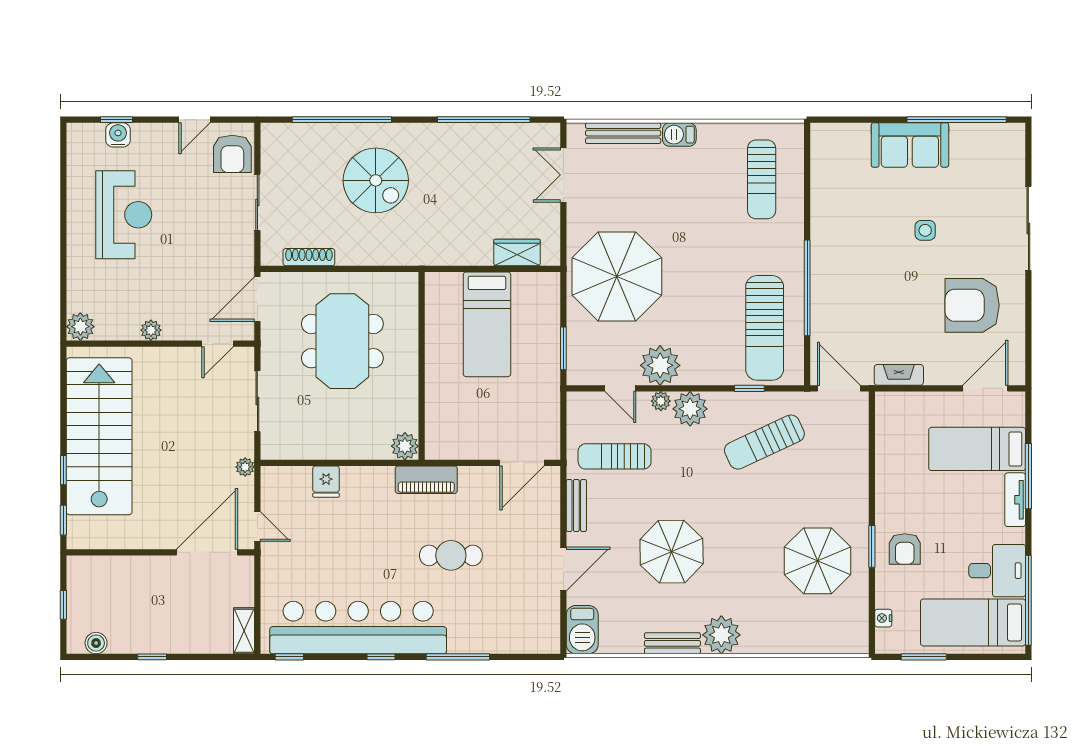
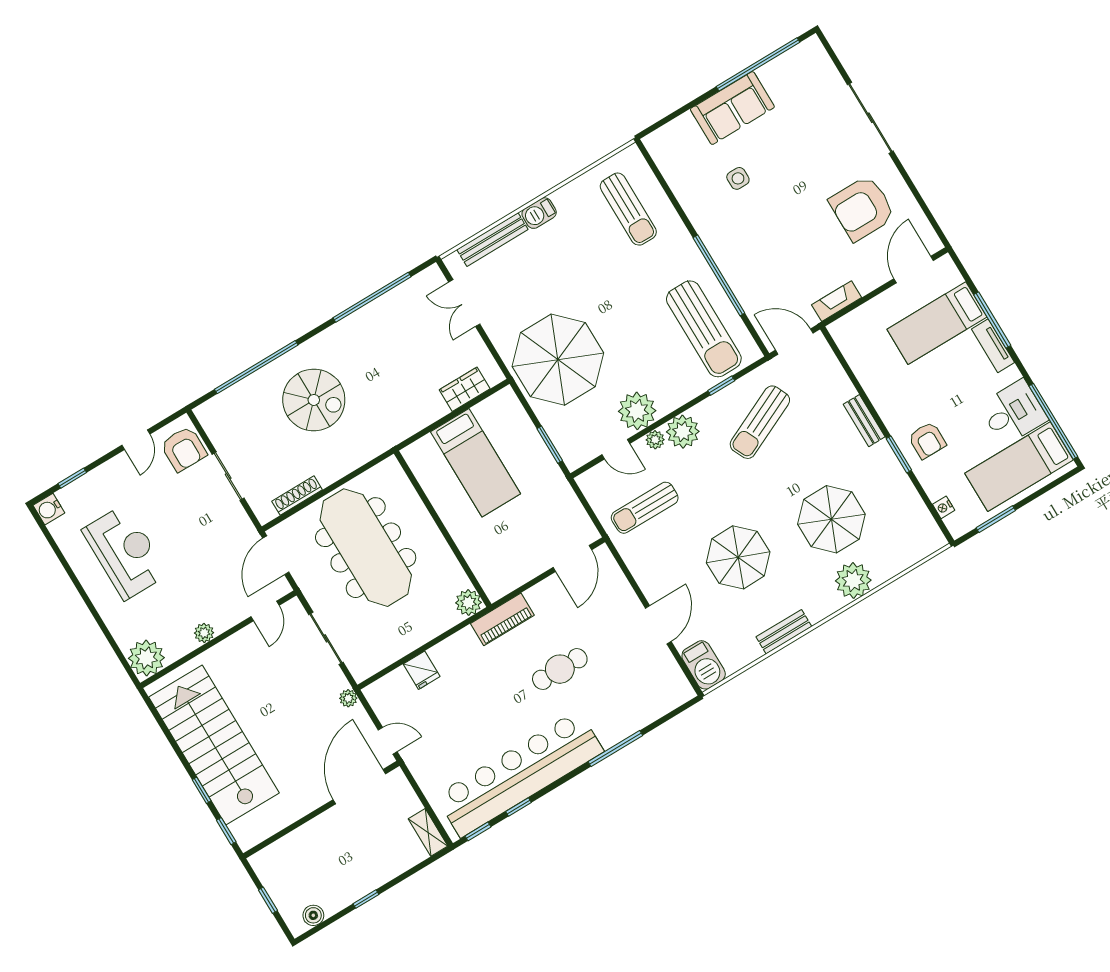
water cooler: (118, 135) -> (49, 509), moved, turned -90
side table: (925, 230) -> (738, 178), moved
plant: (80, 327) -> (146, 658), width x1.36, depth x1.36
meeting table: (342, 341) -> (366, 548), width x1.36
bench: (576, 505) -> (864, 421), moved
parasol: (817, 561) -> (831, 519), moved
plant: (721, 635) -> (853, 580), moved
window: (381, 657) -> (518, 807), moved

